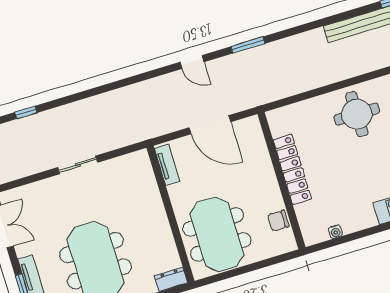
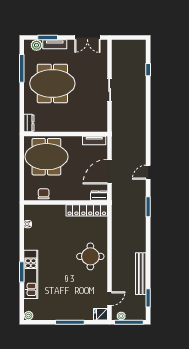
dresser: (254, 130) -> (99, 196), added
locker: (292, 169) -> (87, 210), moved

